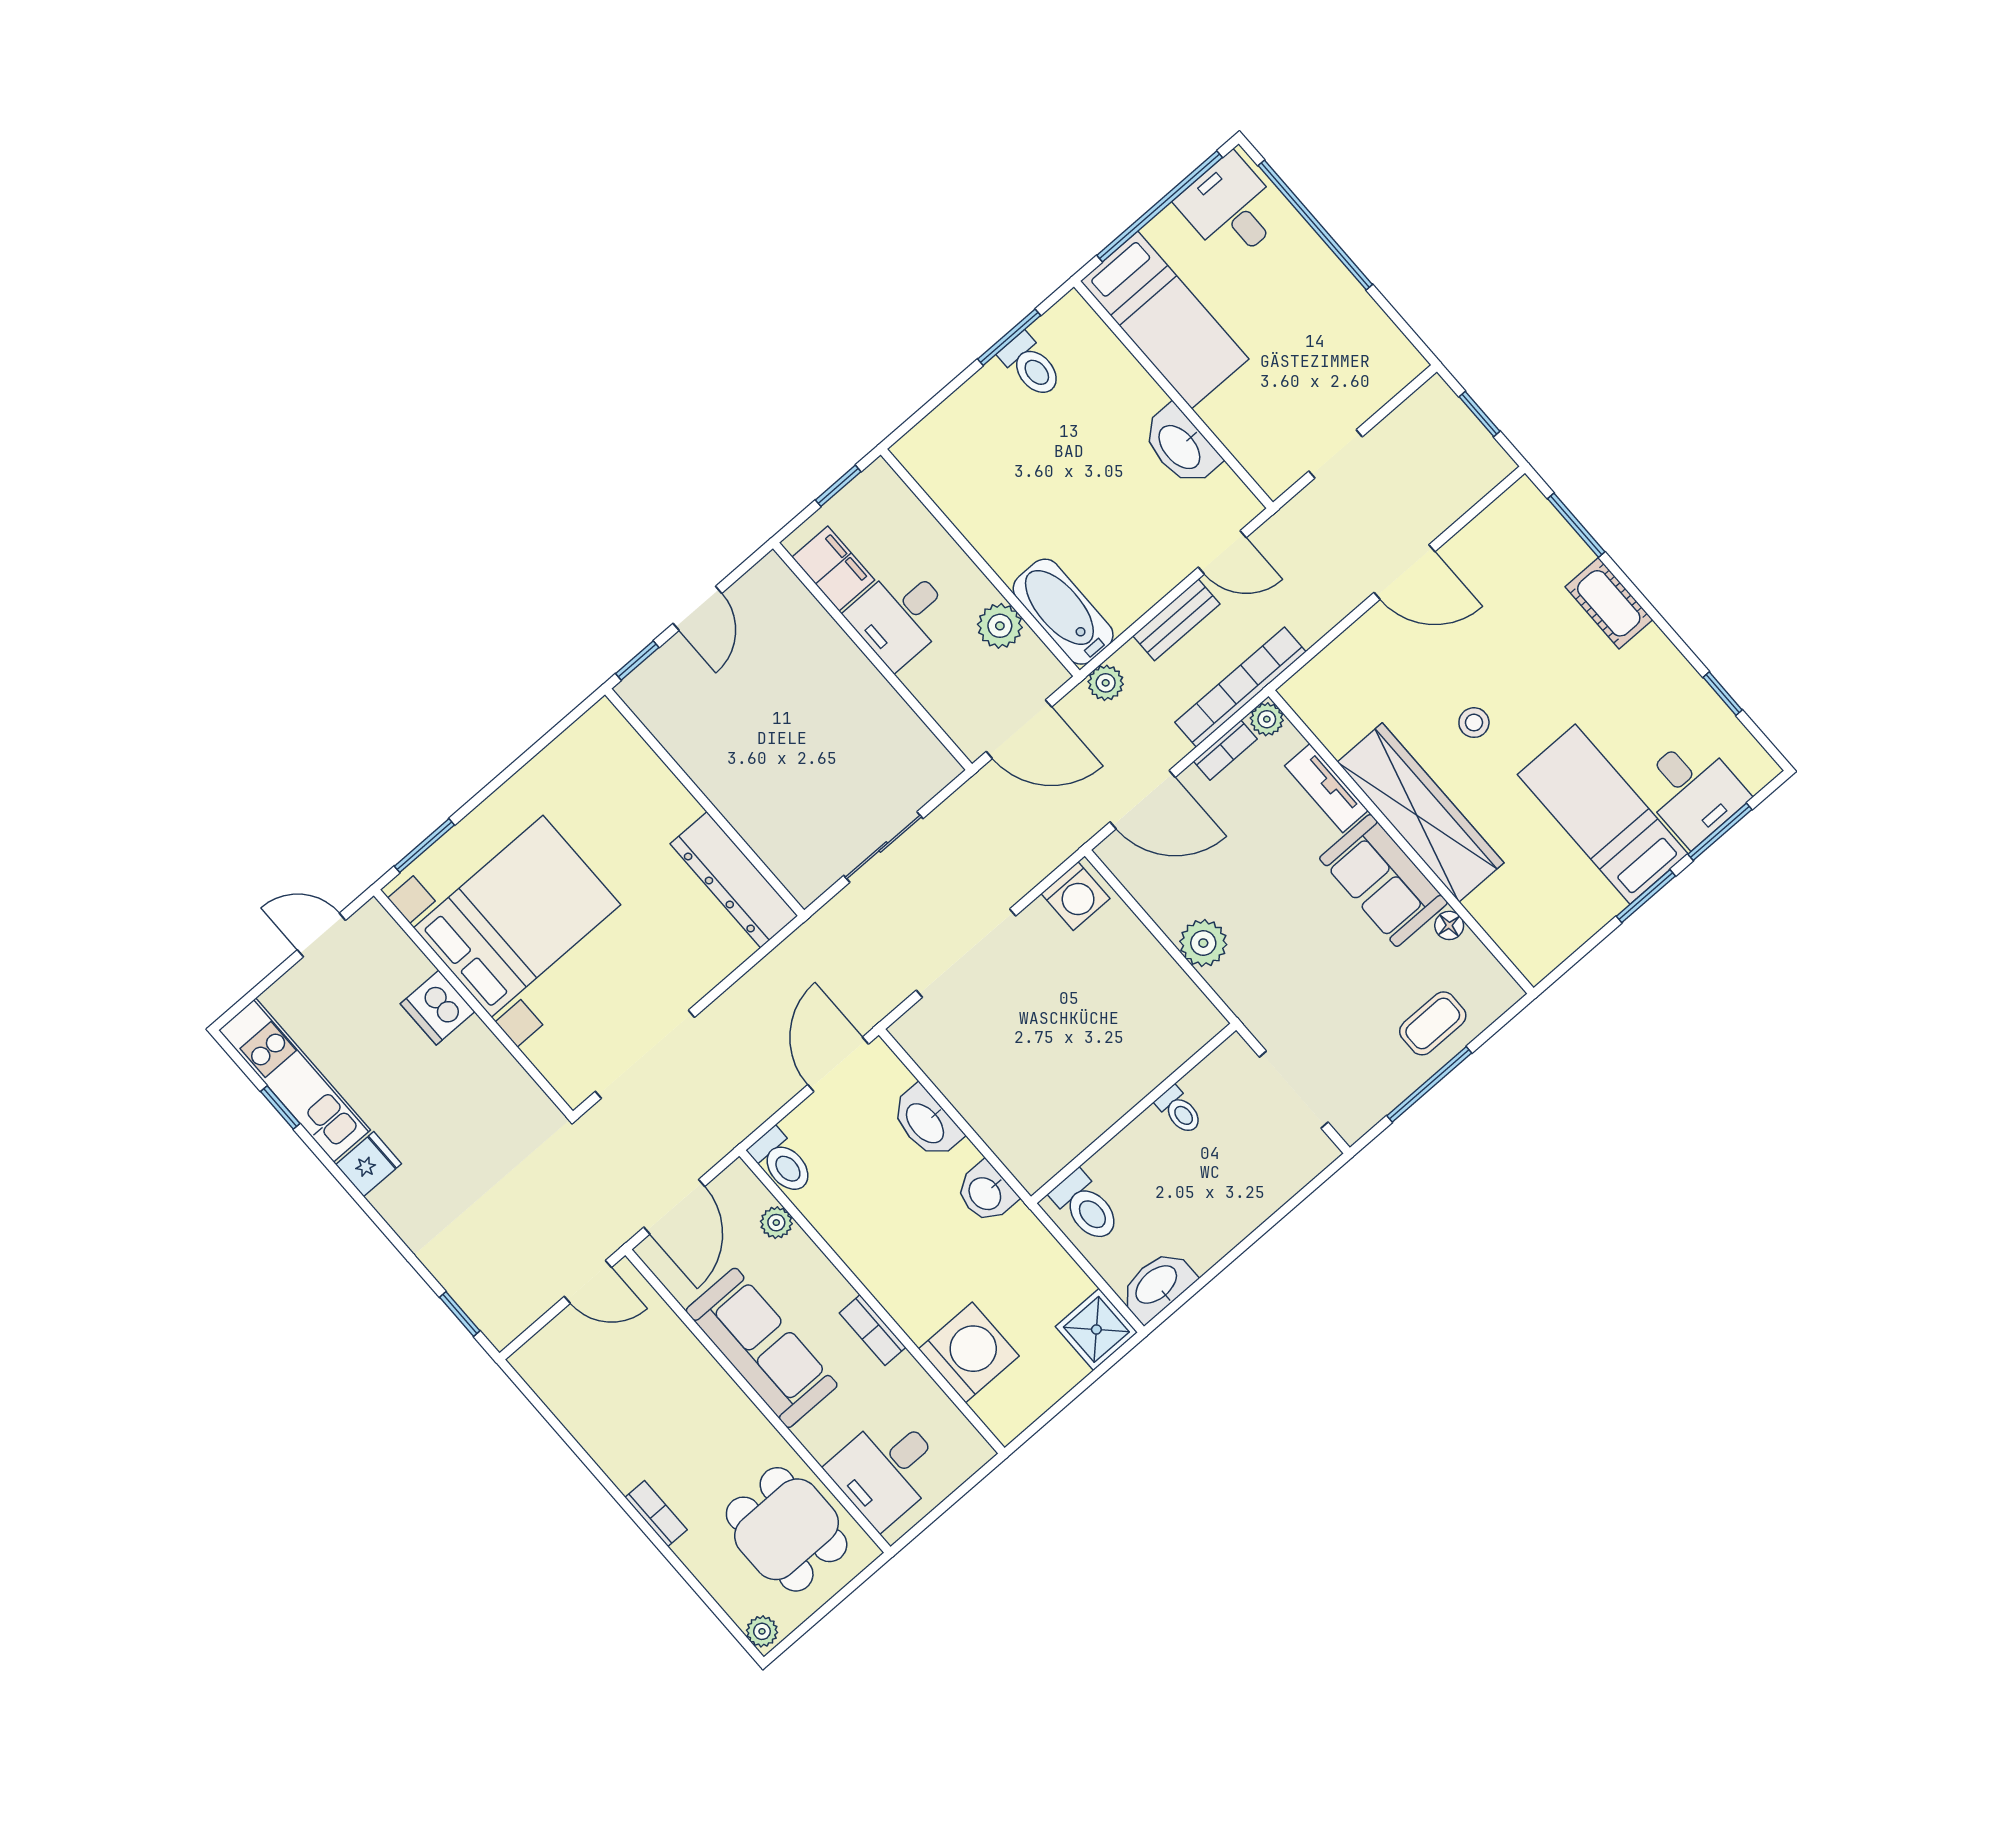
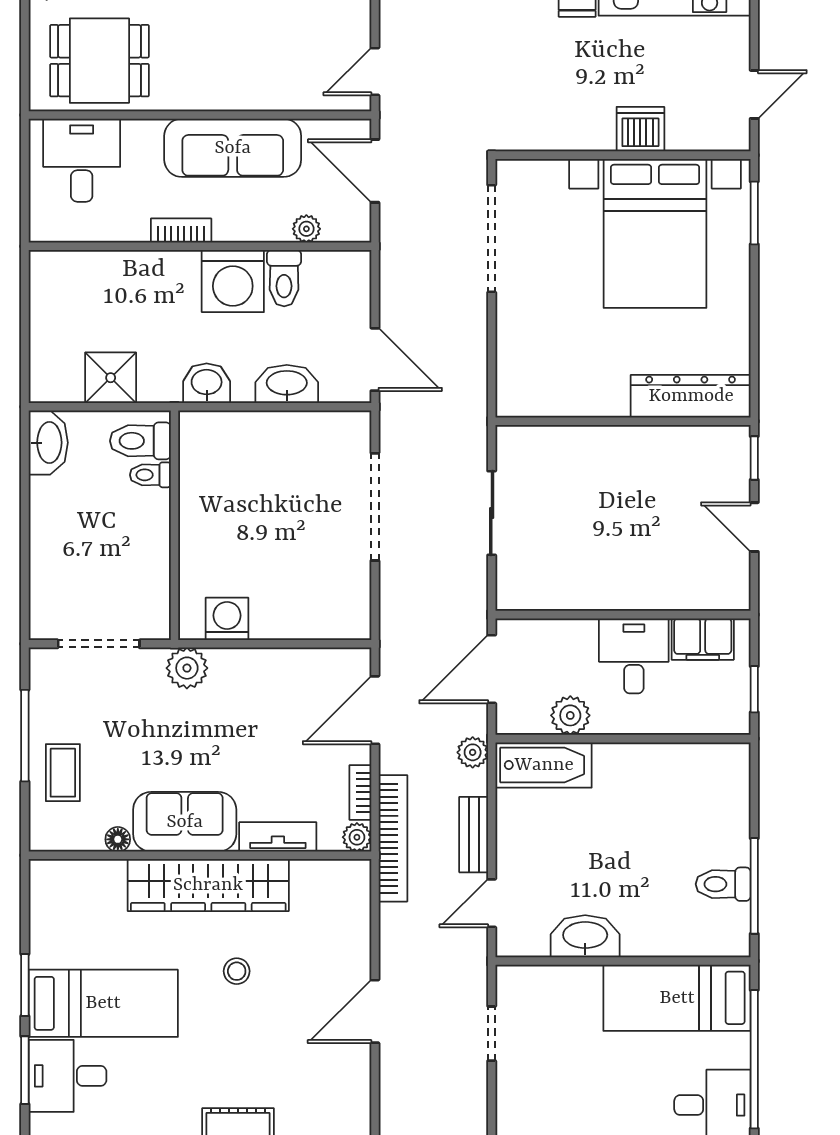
window: (1009, 337) -> (754, 886), width x1.44
dresser: (734, 880) -> (691, 396), moved
washing machine: (1075, 896) -> (227, 619), moved, turned 90
plant: (1203, 943) -> (187, 668), moved
toilet: (1179, 1110) -> (150, 475), moved
toilet: (782, 1162) -> (284, 278), moved, turned -90
shower: (1096, 1329) -> (111, 378), moved
washing machine: (969, 1352) -> (233, 281), moved

